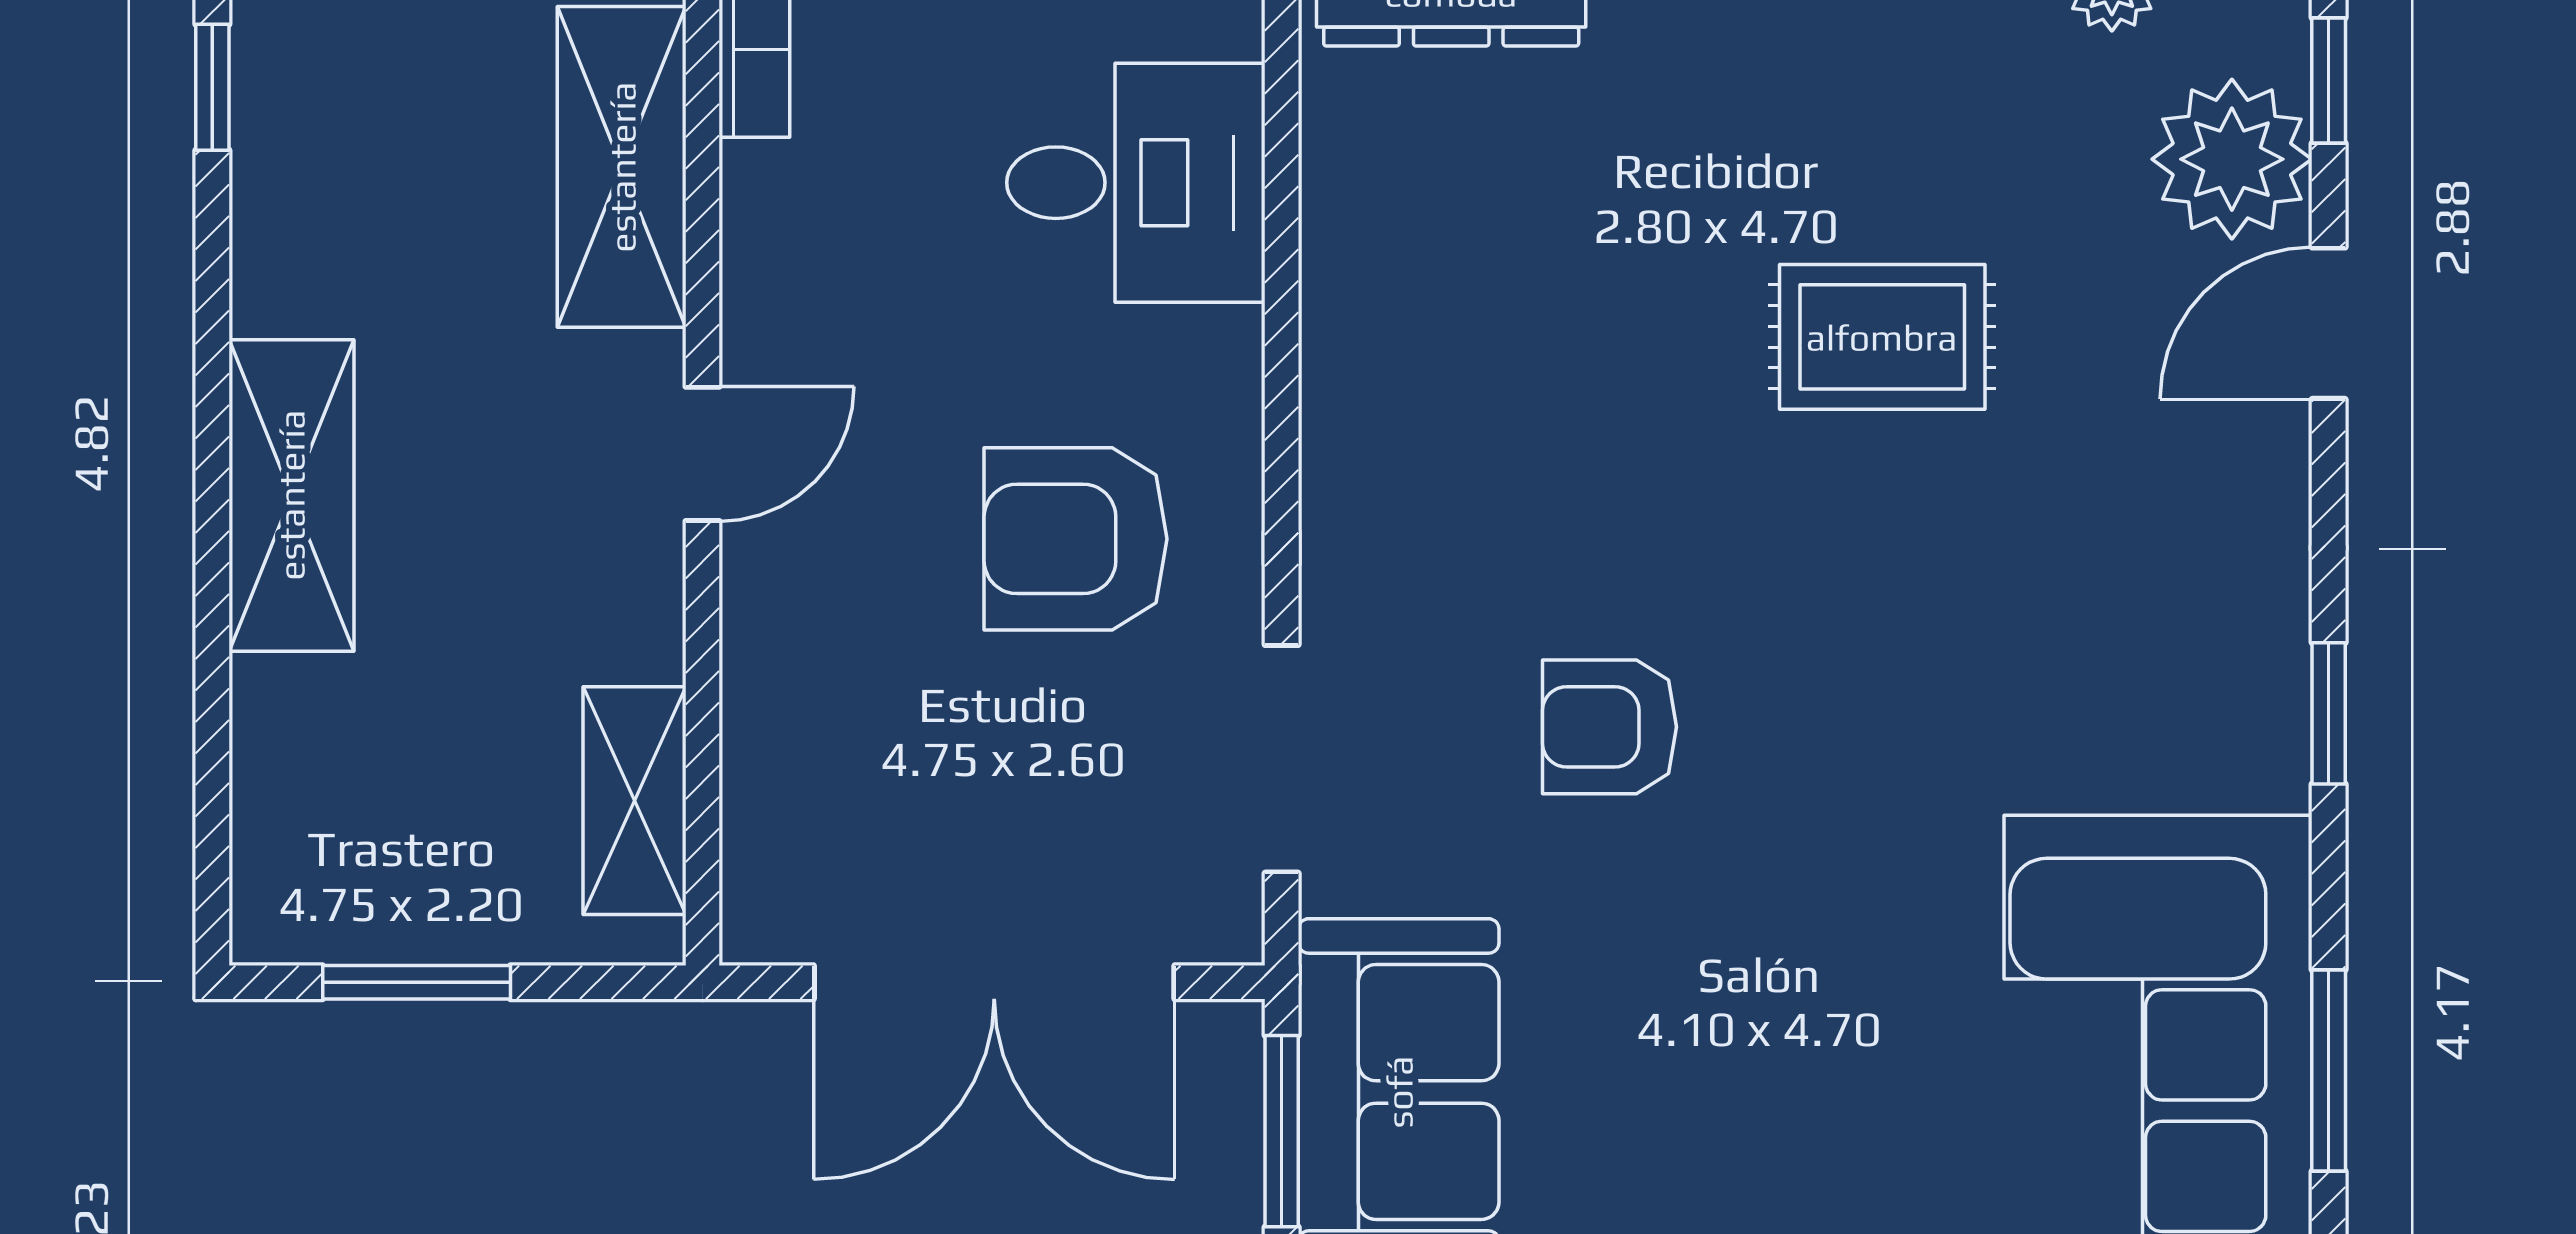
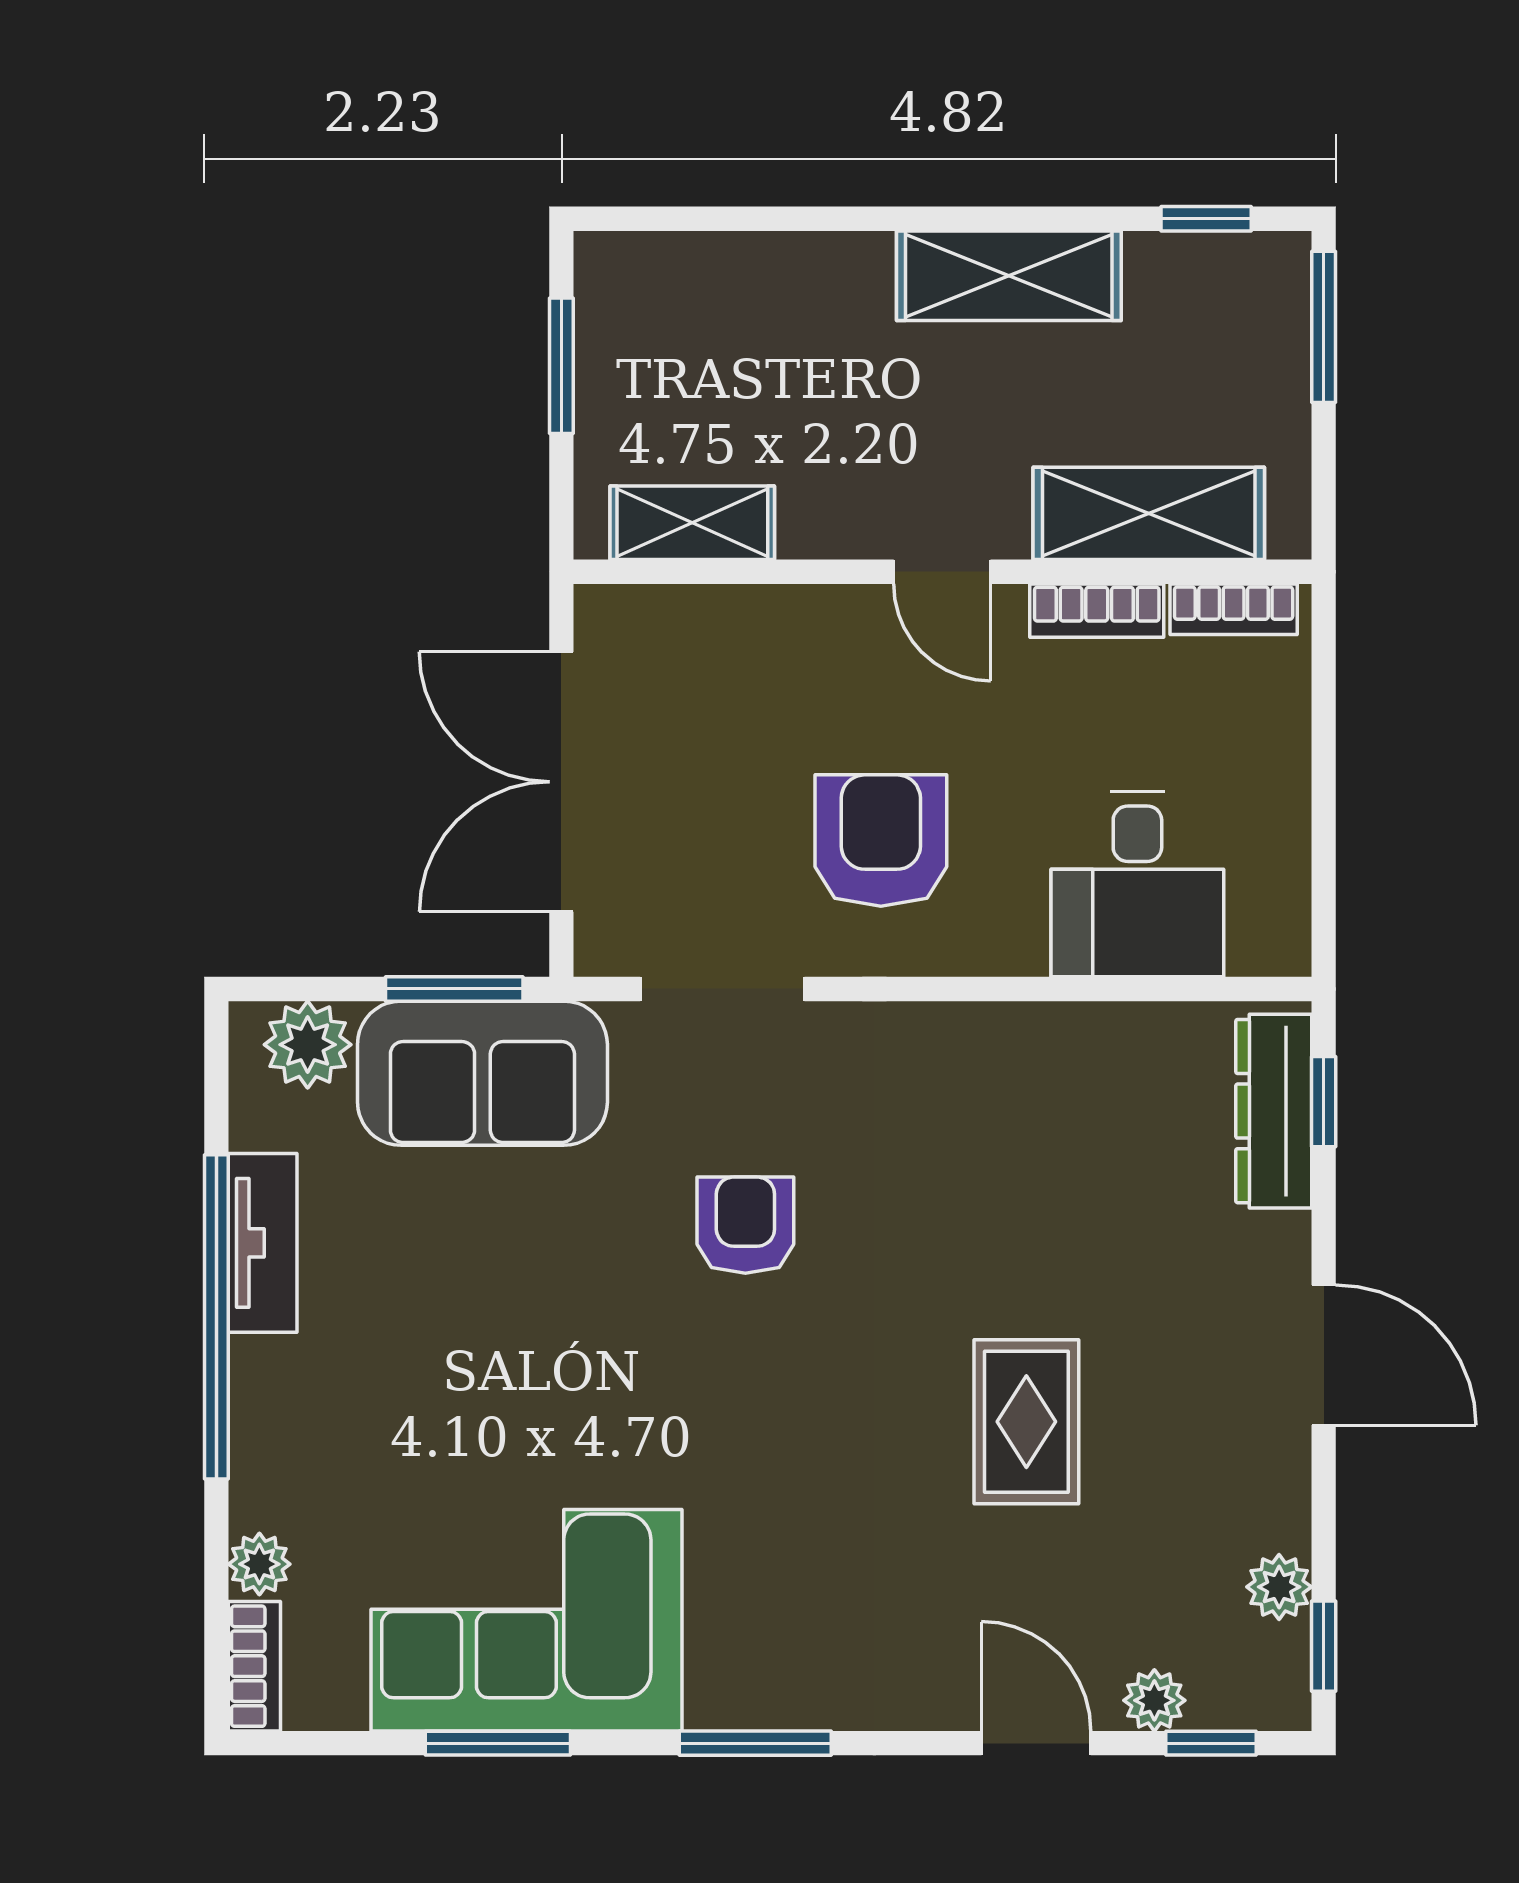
plant: (2232, 159) -> (1154, 1700), width x0.53, depth x0.53
bookcase: (756, 239) -> (1097, 611), added
shelving: (291, 495) -> (1009, 276), moved
window: (2329, 713) -> (755, 1743), width x1.50

